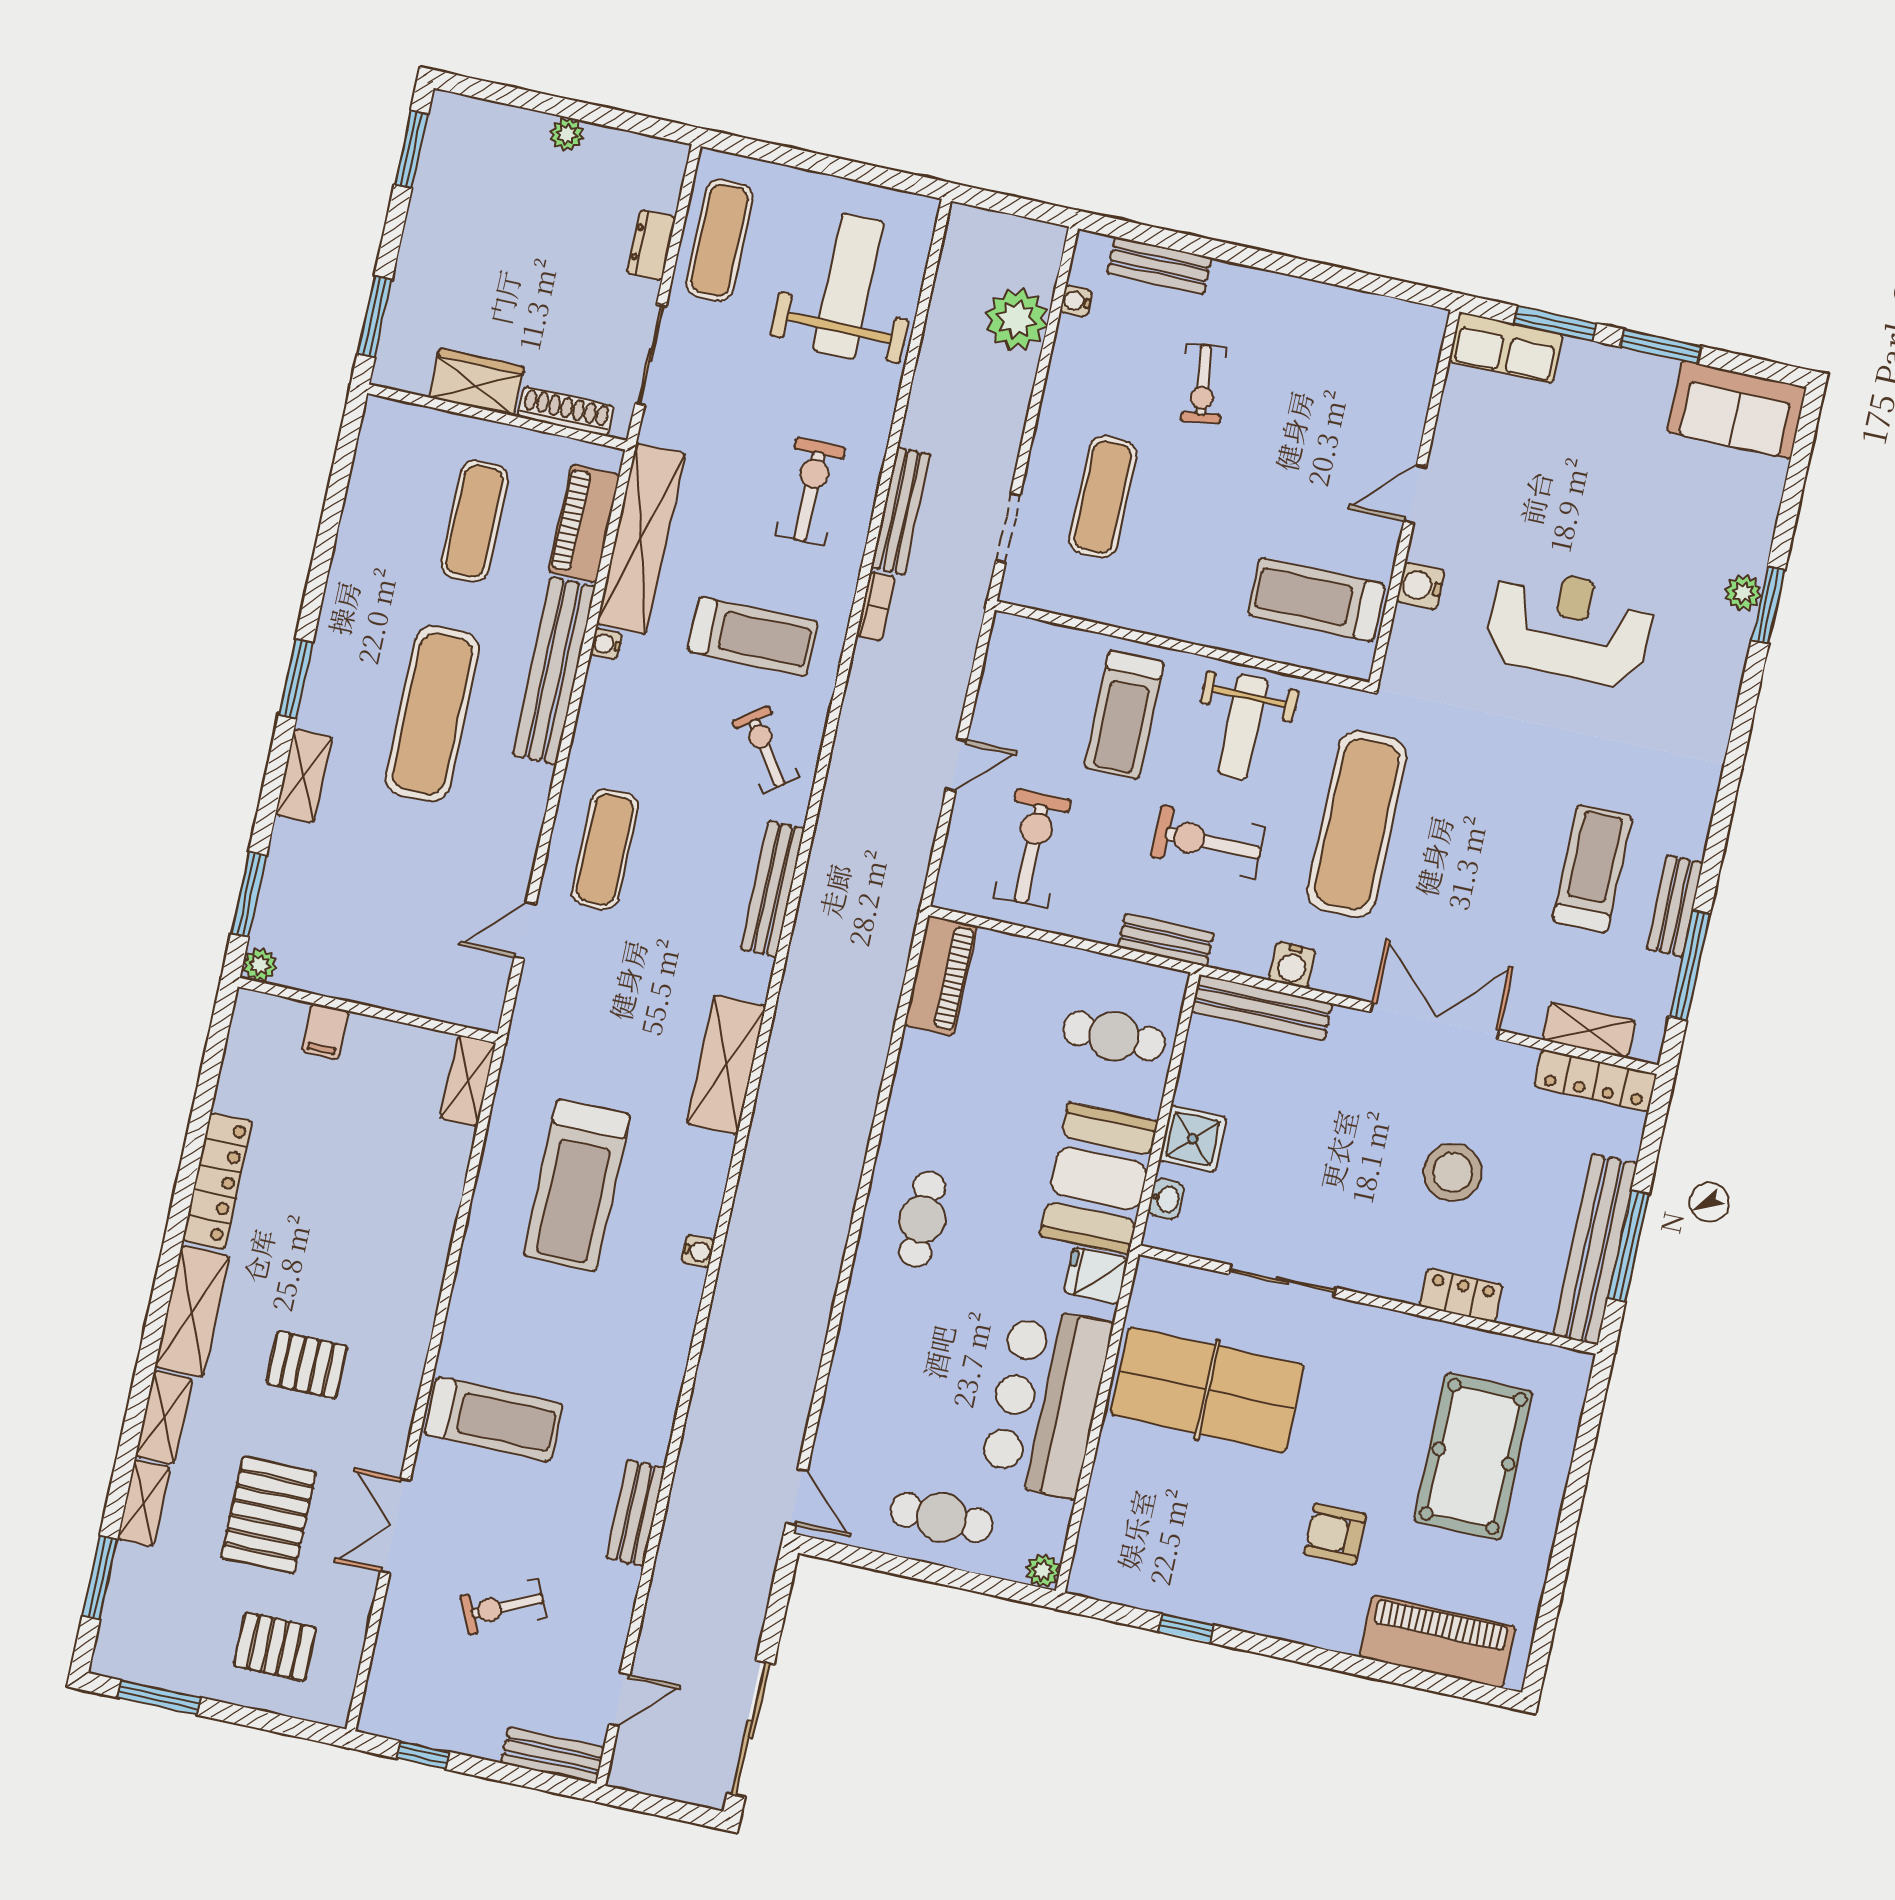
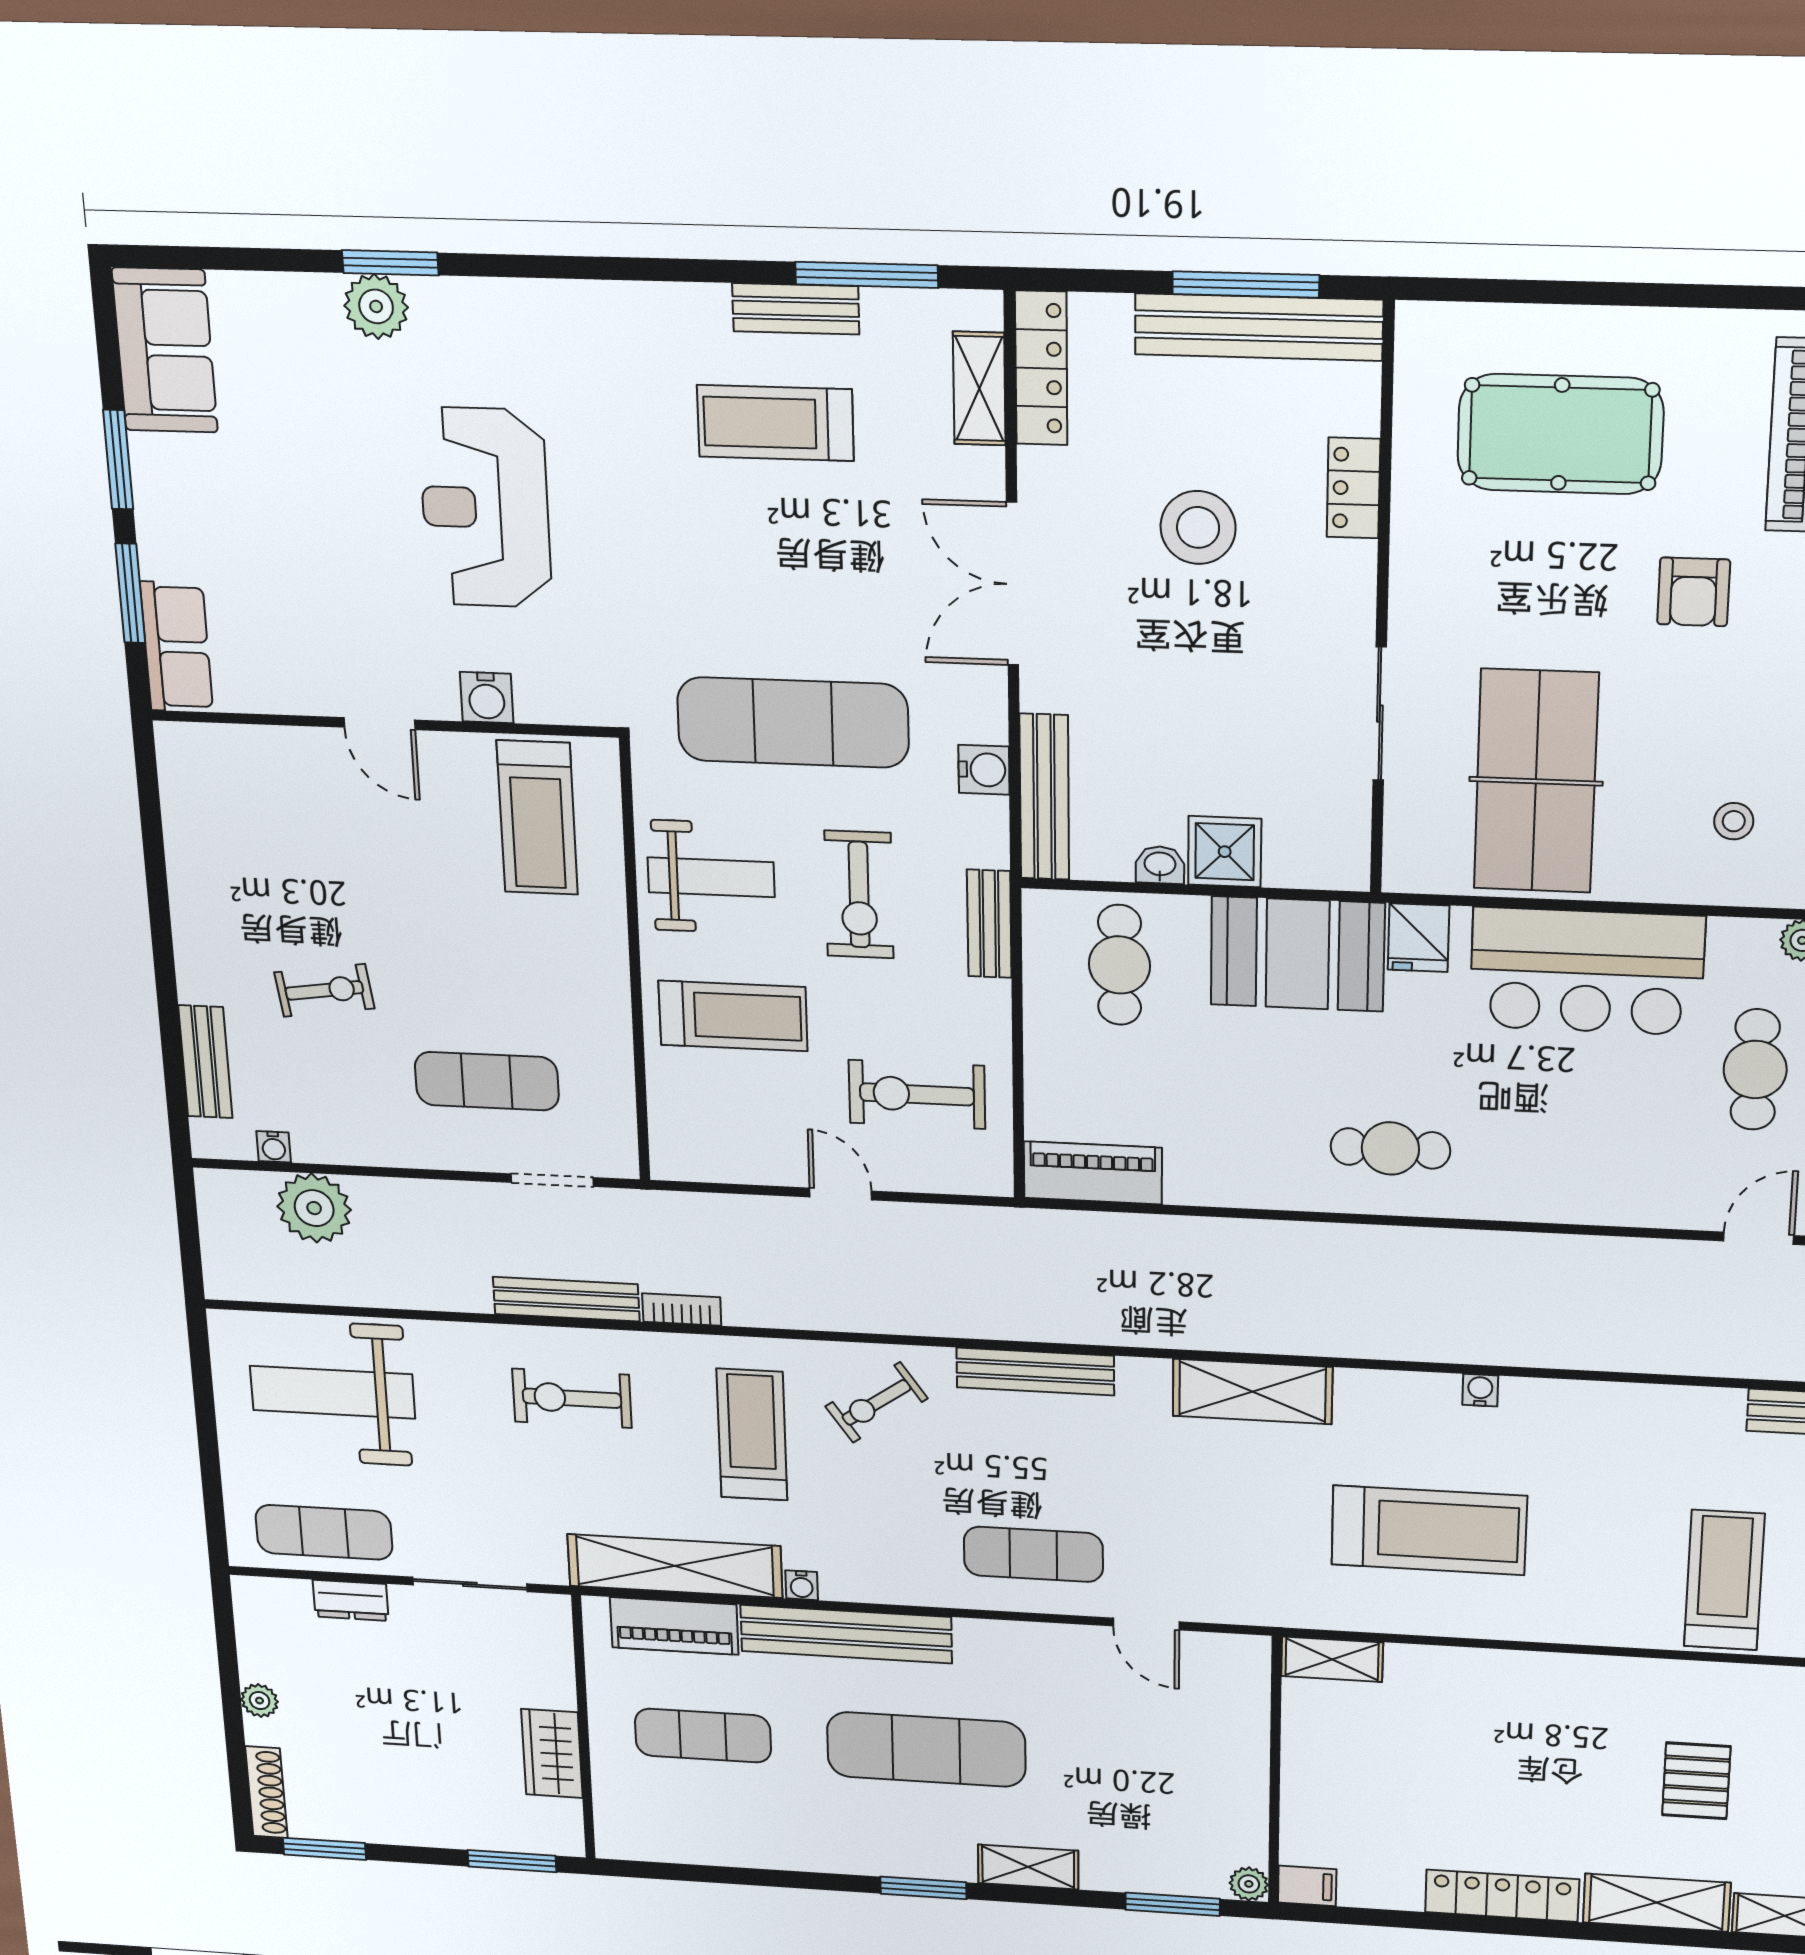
shoe rack: (566, 411) -> (266, 1792), moved, turned 180
plant: (1743, 593) -> (376, 306), width x1.38, depth x1.38
filing cabinet: (325, 1031) -> (1307, 1886), moved
washbasin: (1166, 1199) -> (1160, 865), moved
stool: (1149, 1534) -> (1734, 821), added

